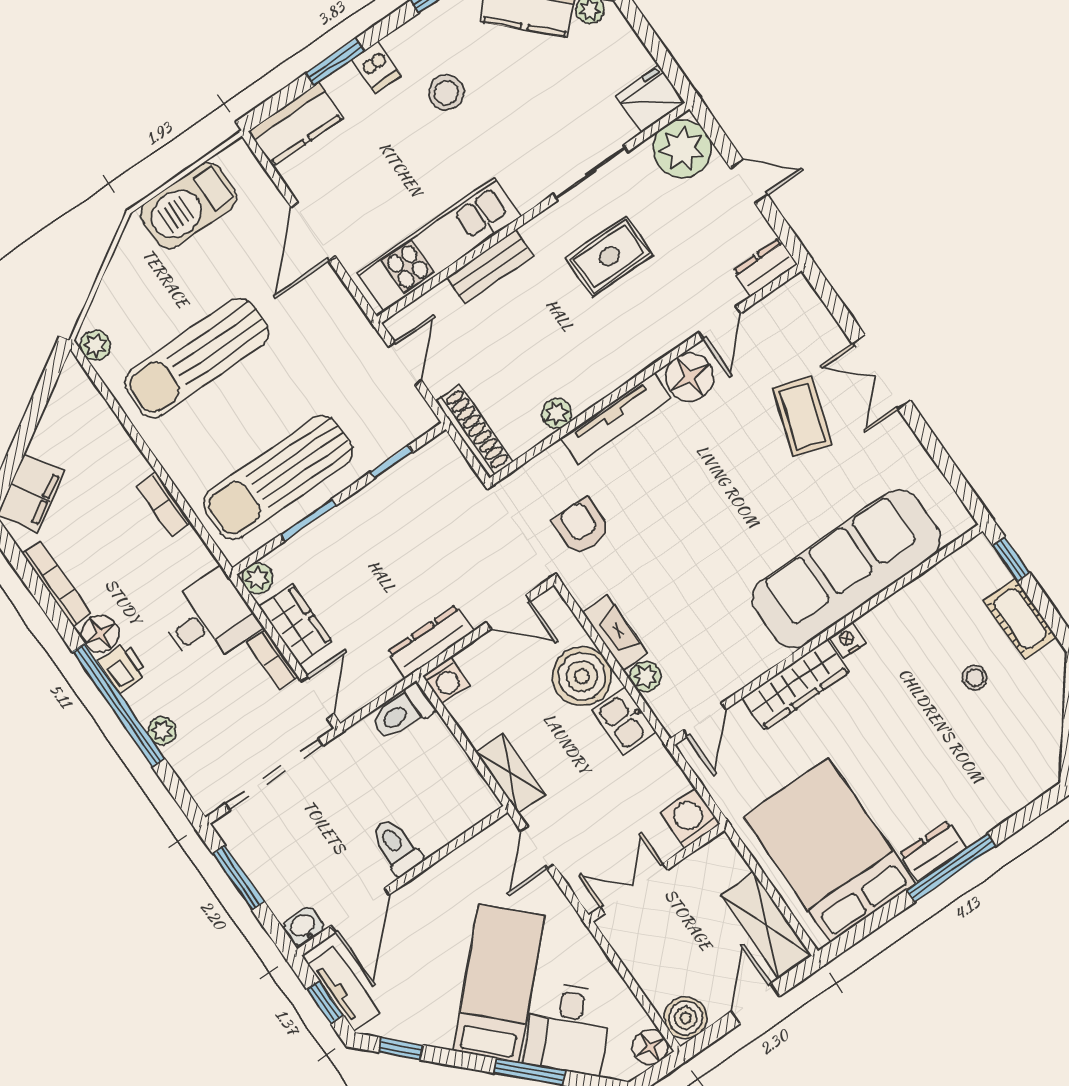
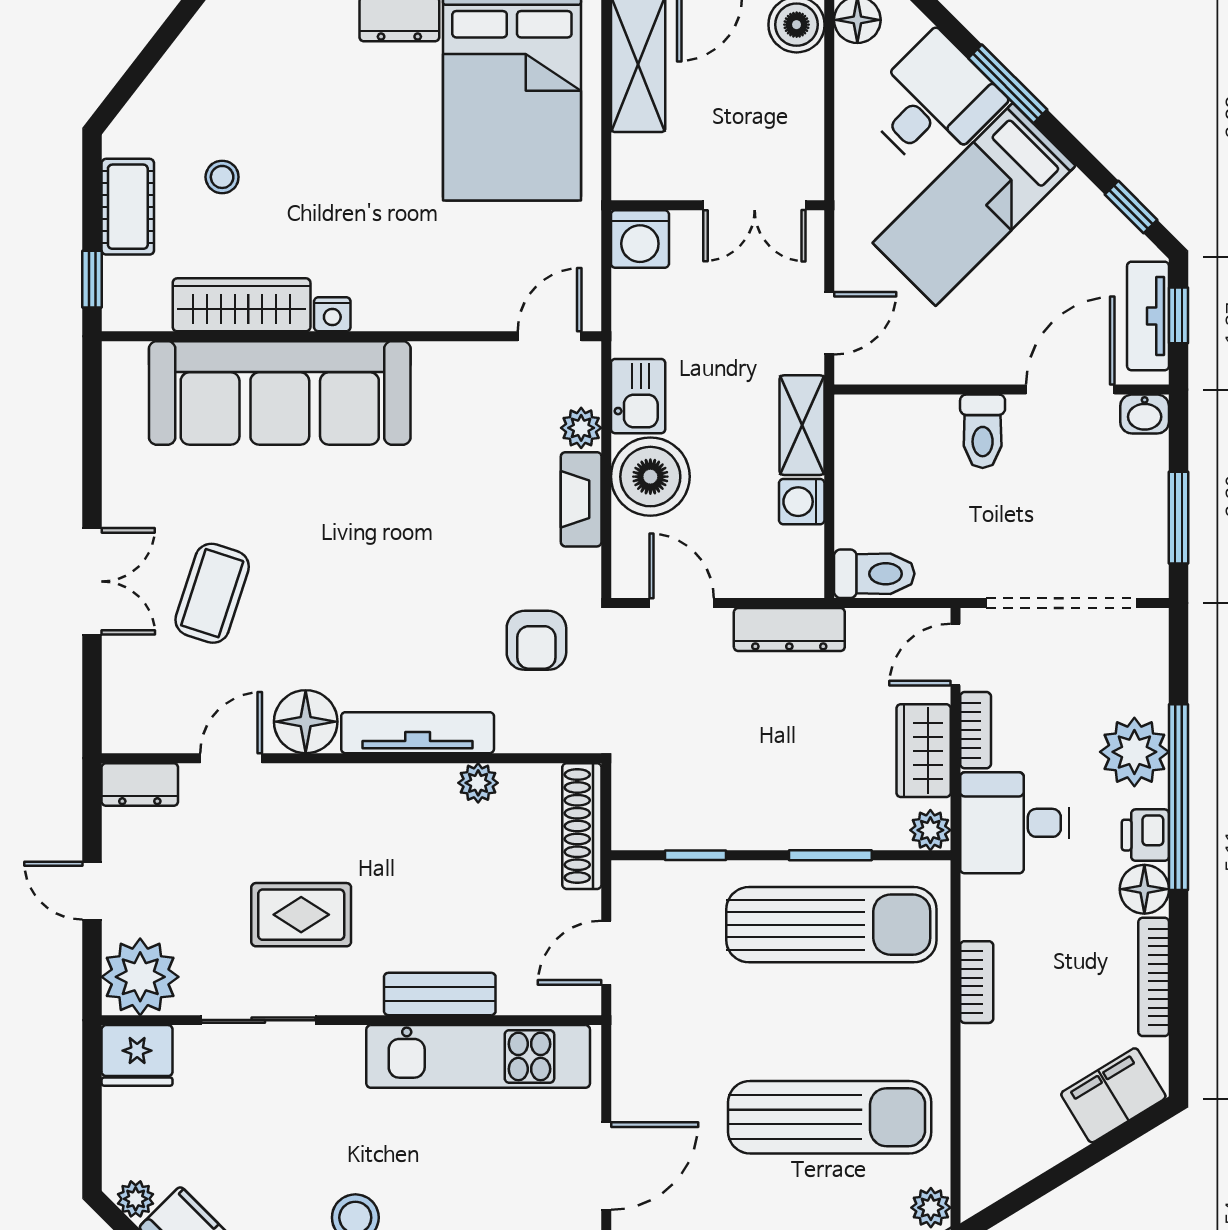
washing machine: (446, 680) -> (802, 502), moved, turned -90
wardrobe: (796, 685) -> (242, 305), moved
plant: (162, 731) -> (1134, 752), width x1.88, depth x1.88

